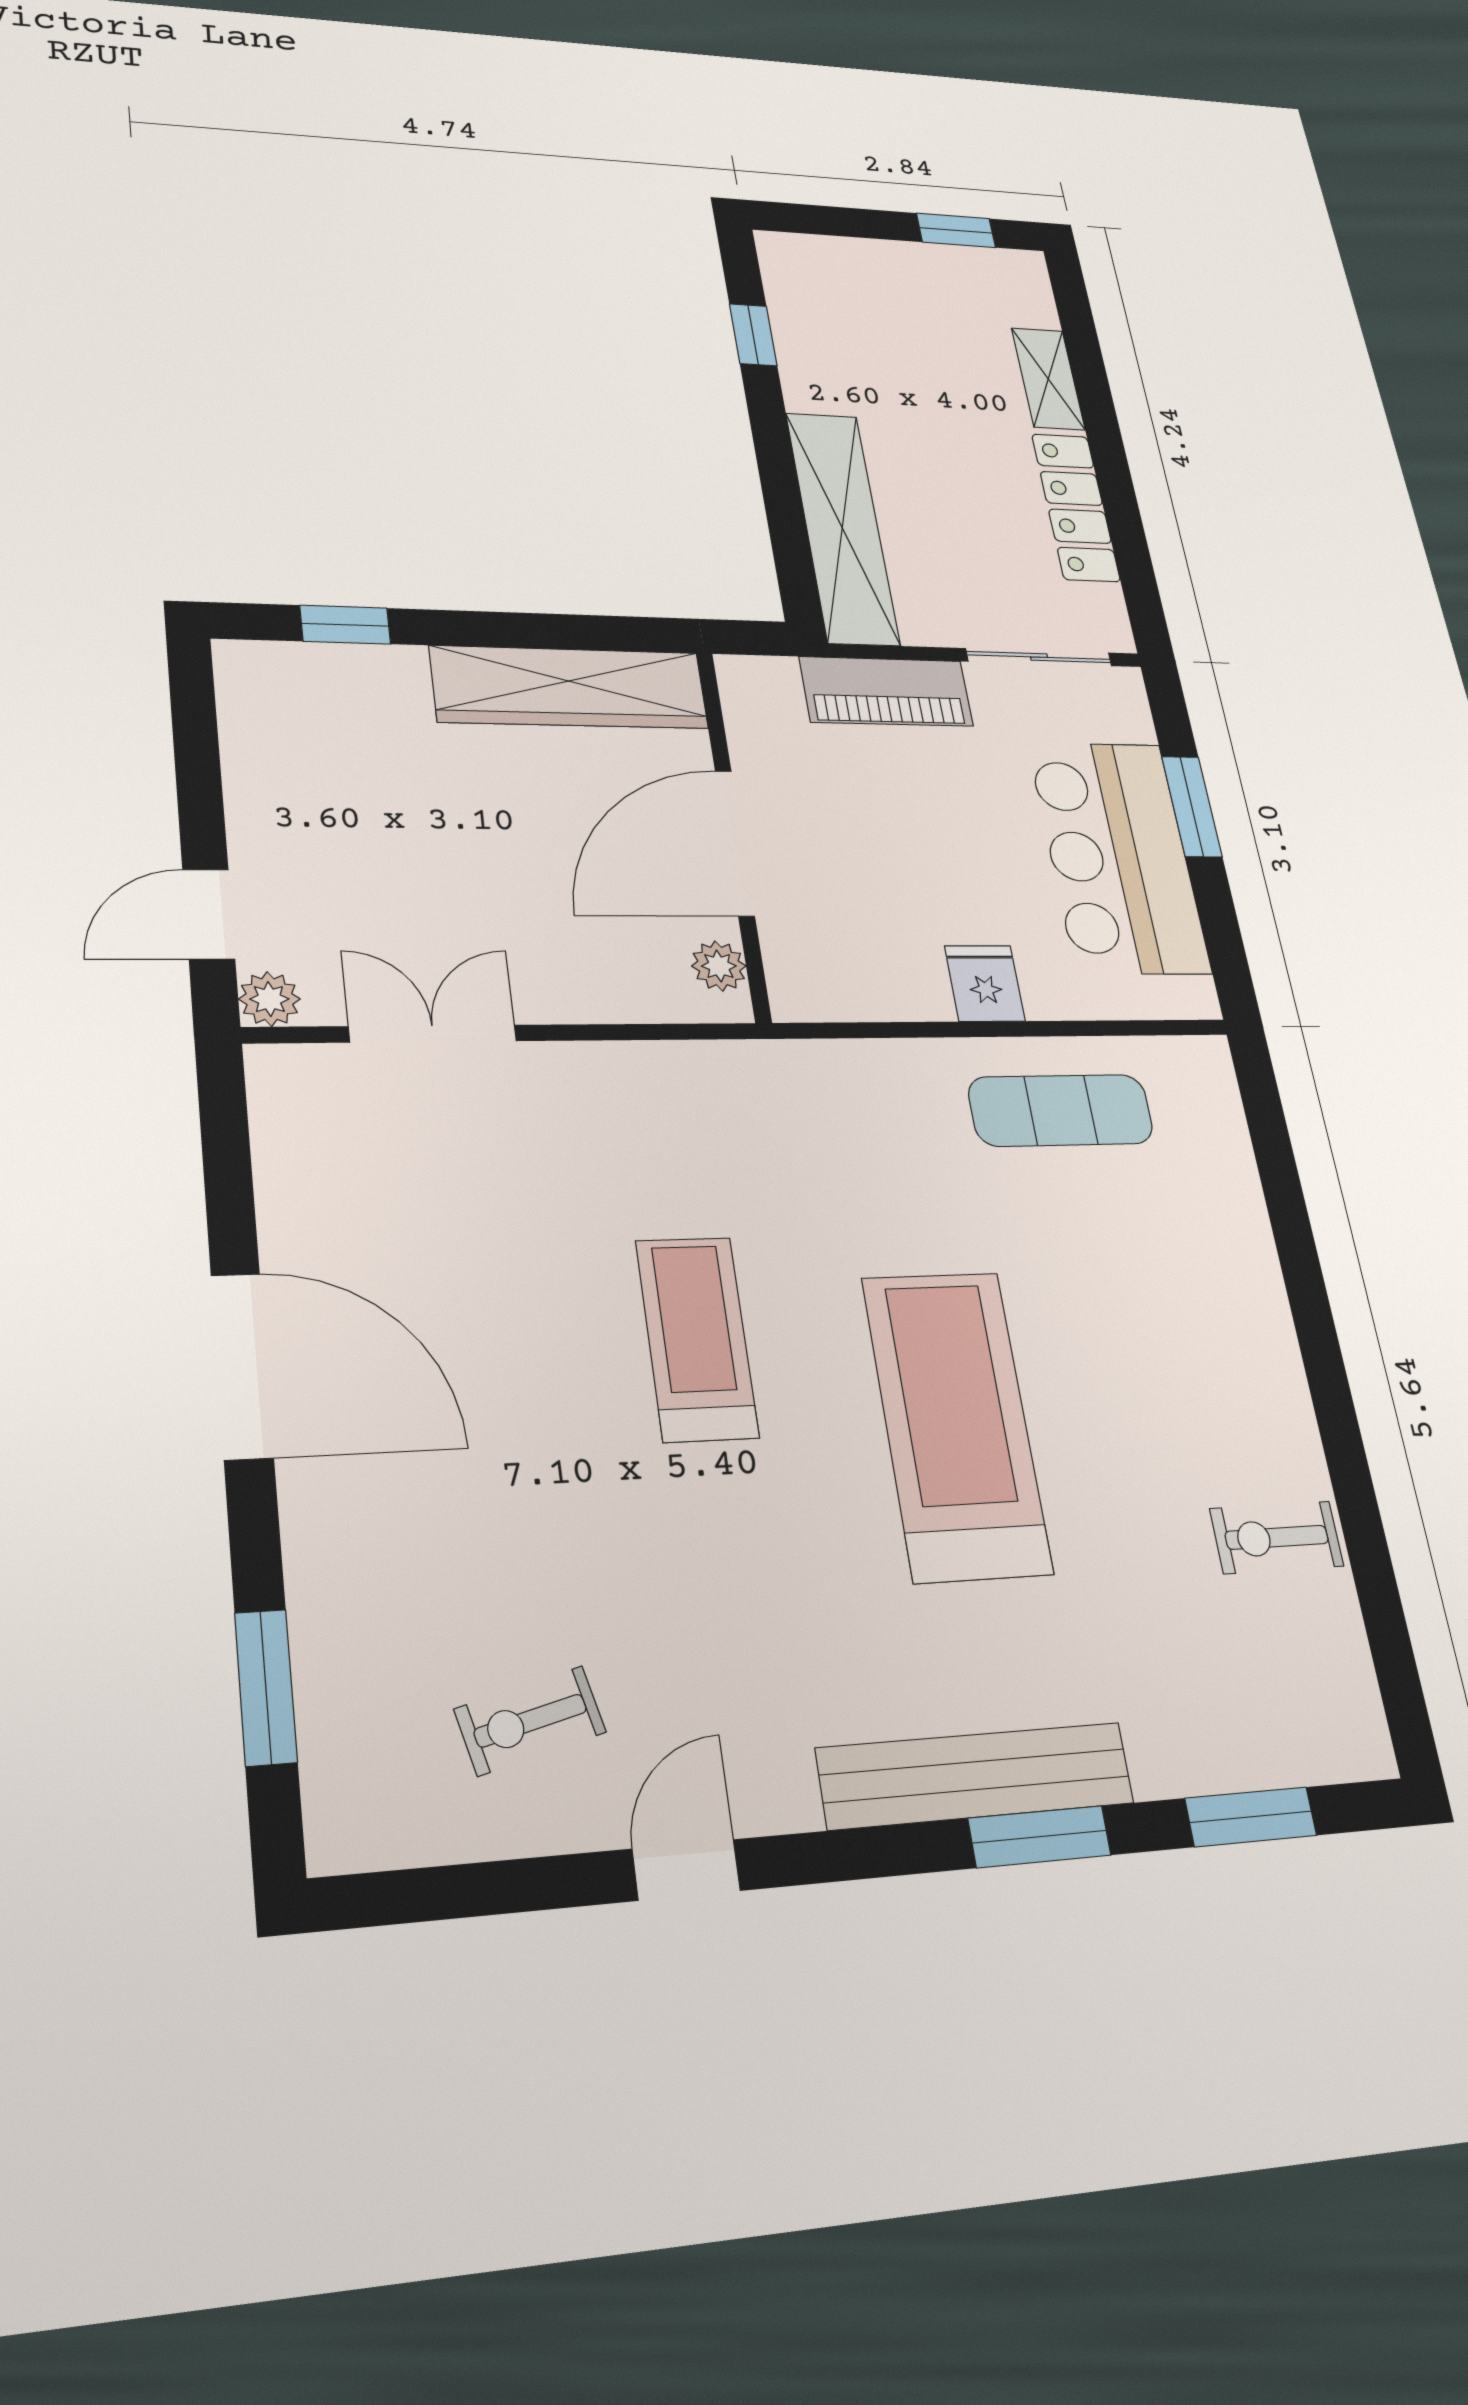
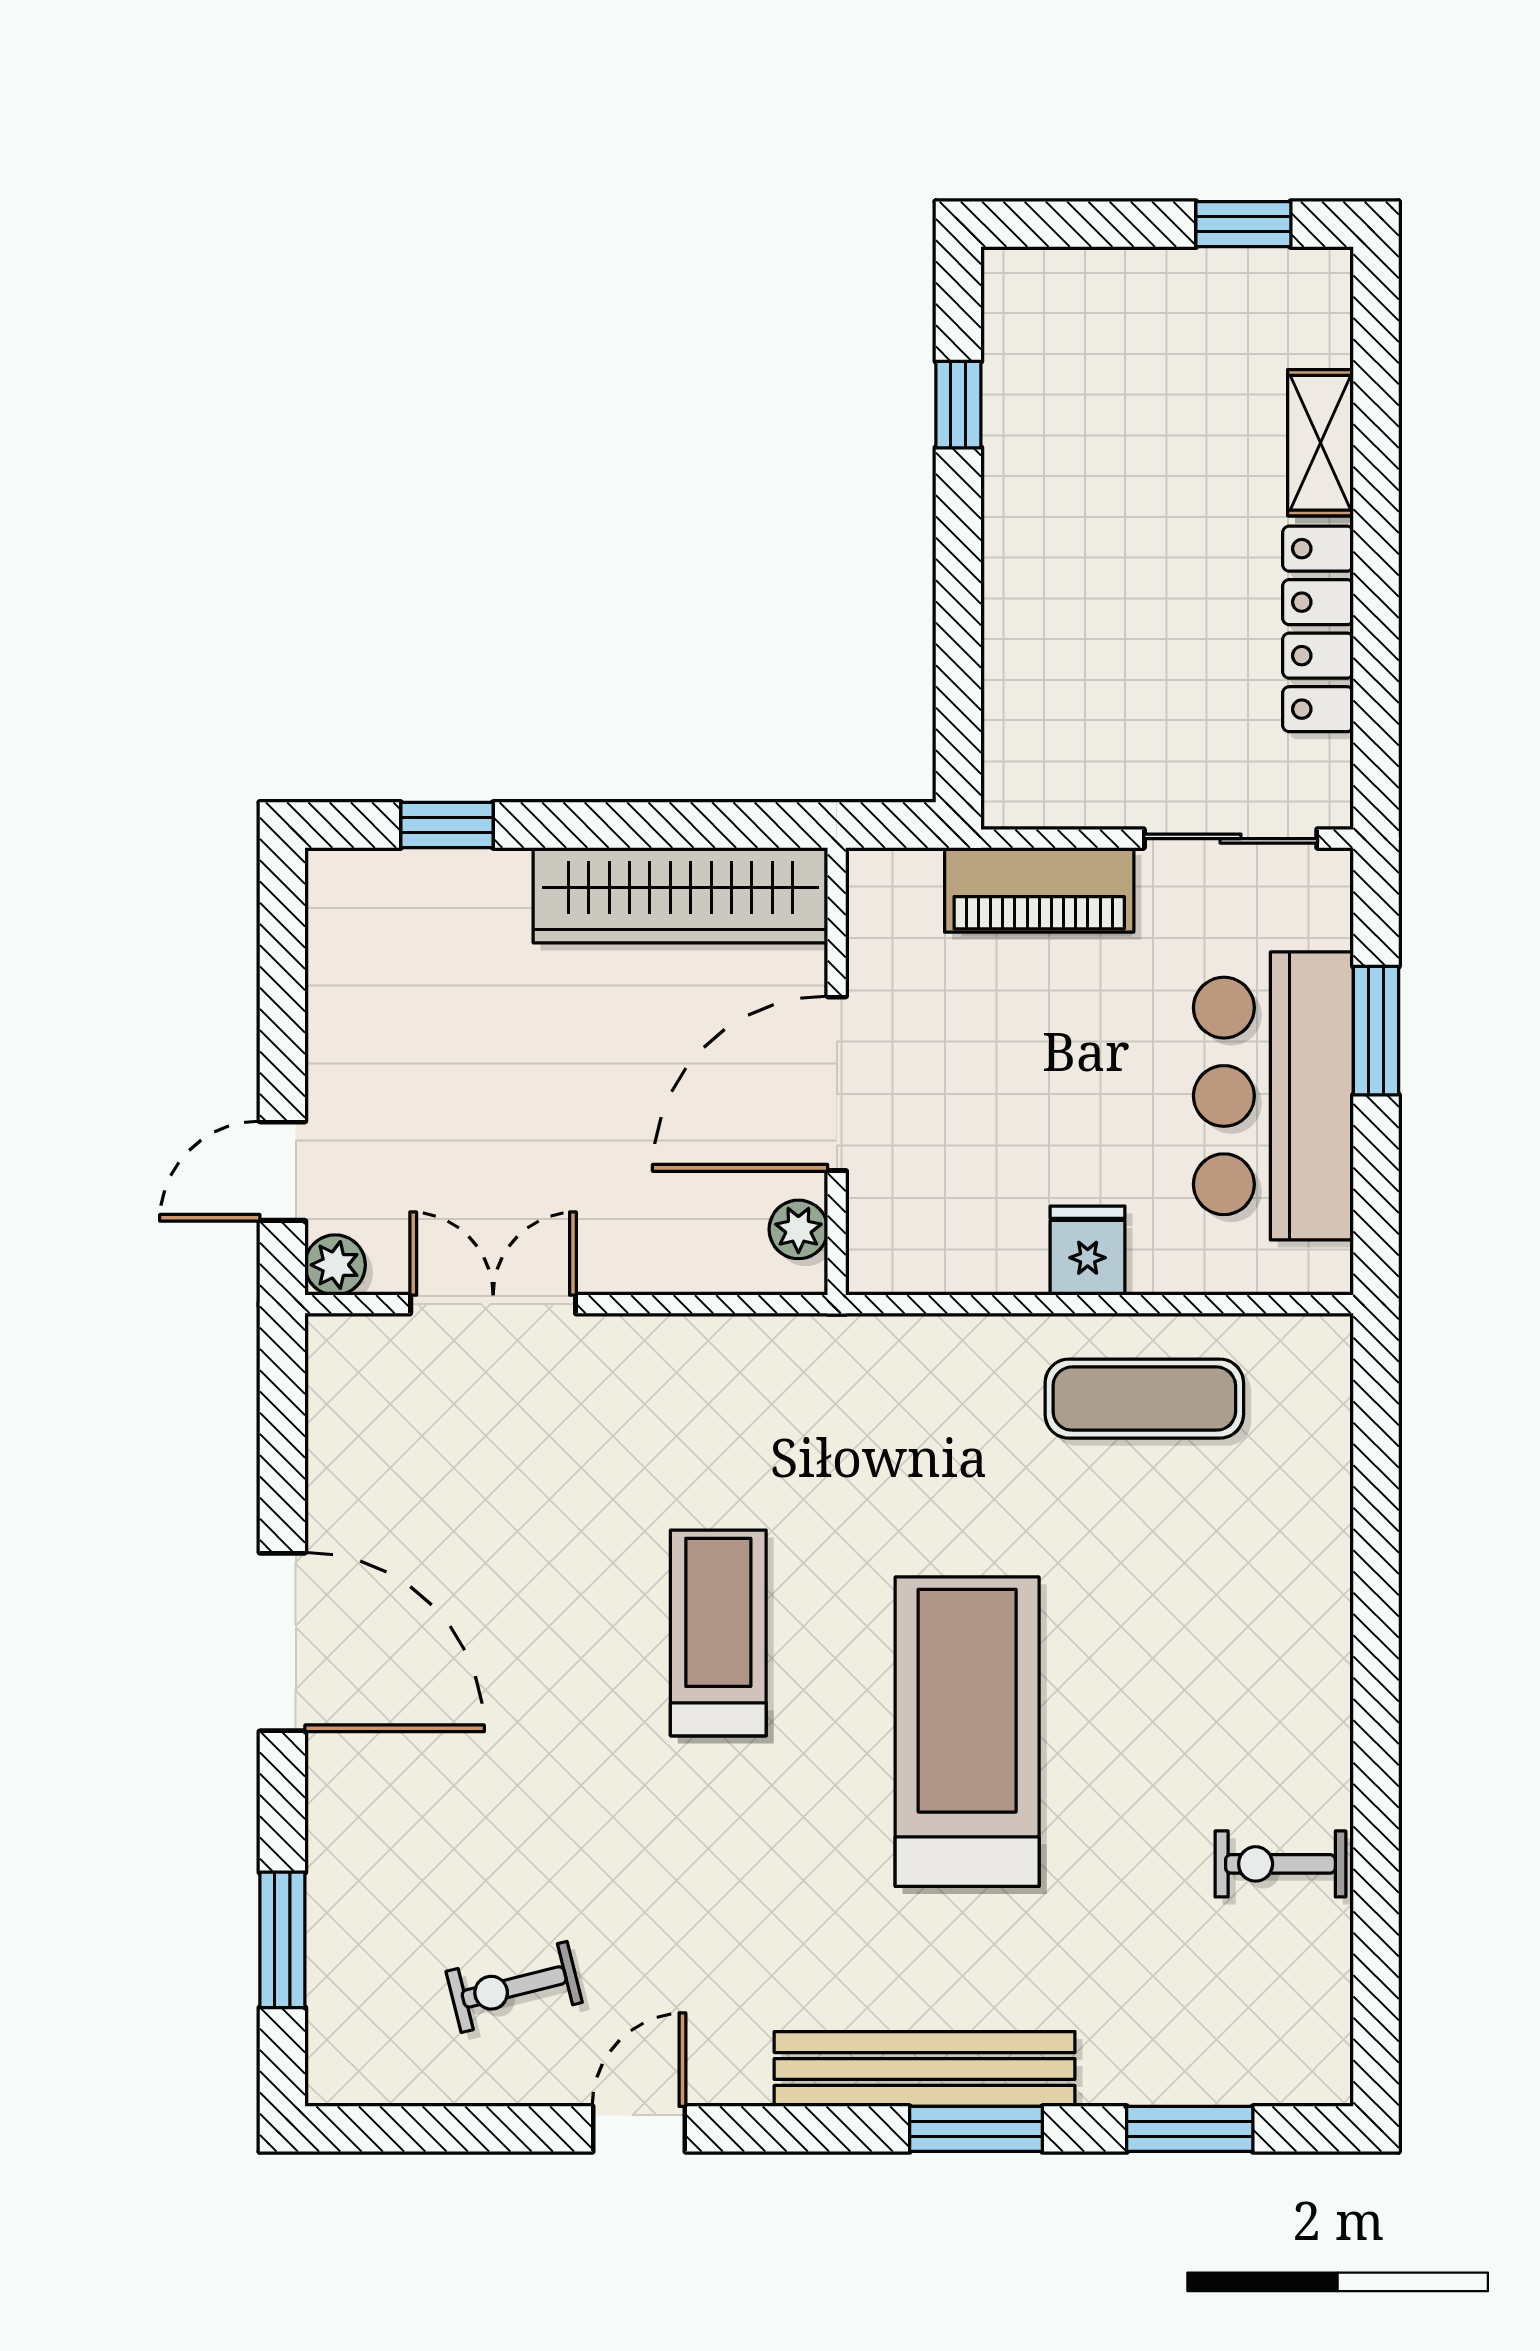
shelving: (842, 528) -> (1024, 673), removed

